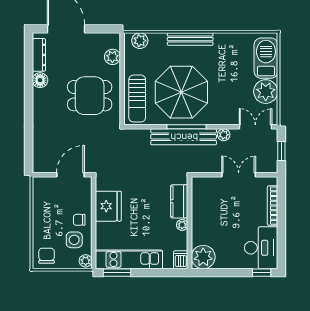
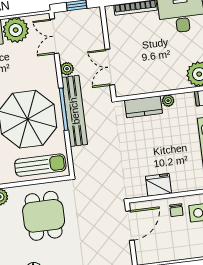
door: (70, 175) -> (130, 226), swing flipped
double door: (239, 175) -> (110, 67), moved
fridge: (108, 206) -> (158, 185), width x0.73, depth x0.75

